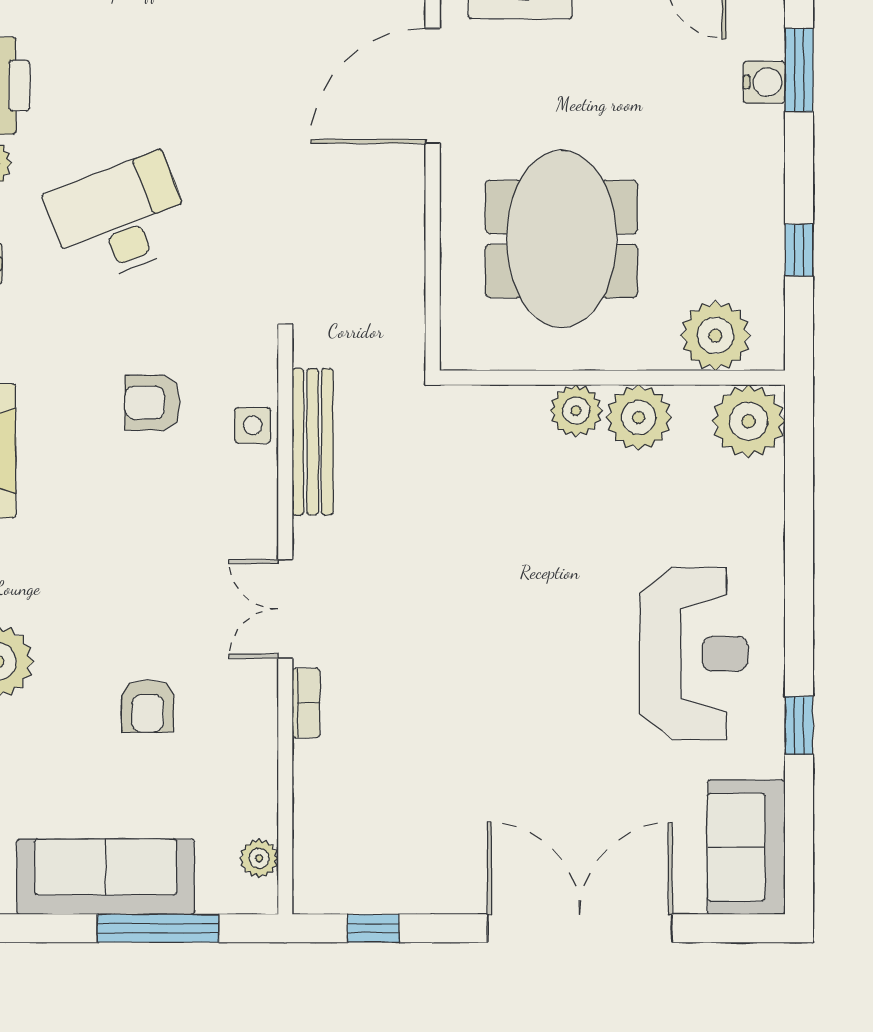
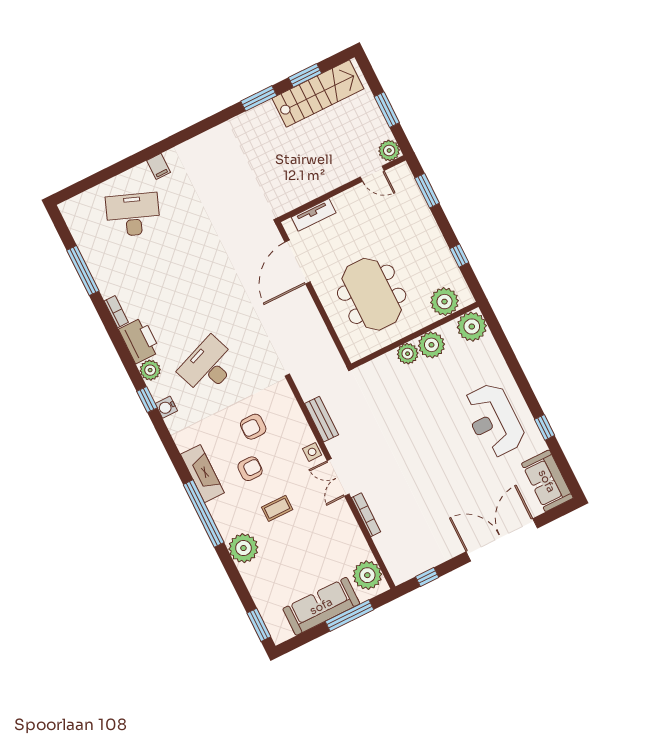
water cooler: (764, 82) -> (417, 201), removed
side table: (253, 425) -> (312, 452), moved
bench: (313, 442) -> (322, 419), width x0.73
coffee table: (116, 610) -> (277, 508), added
reception desk: (694, 654) -> (494, 420), turned 180
bookcase: (306, 703) -> (366, 515), width x1.56
armchair: (148, 706) -> (250, 469), moved, turned -90
plant: (259, 858) -> (367, 575), width x1.88, depth x1.88

